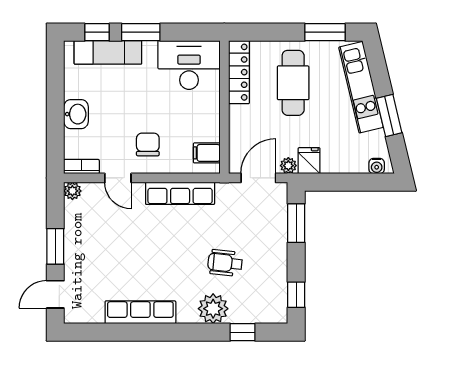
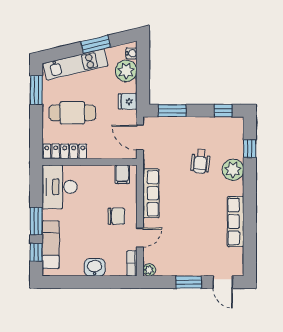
chair: (148, 144) -> (116, 216), turned 180
plant: (288, 166) -> (126, 71), moved, width x1.88, depth x1.88

